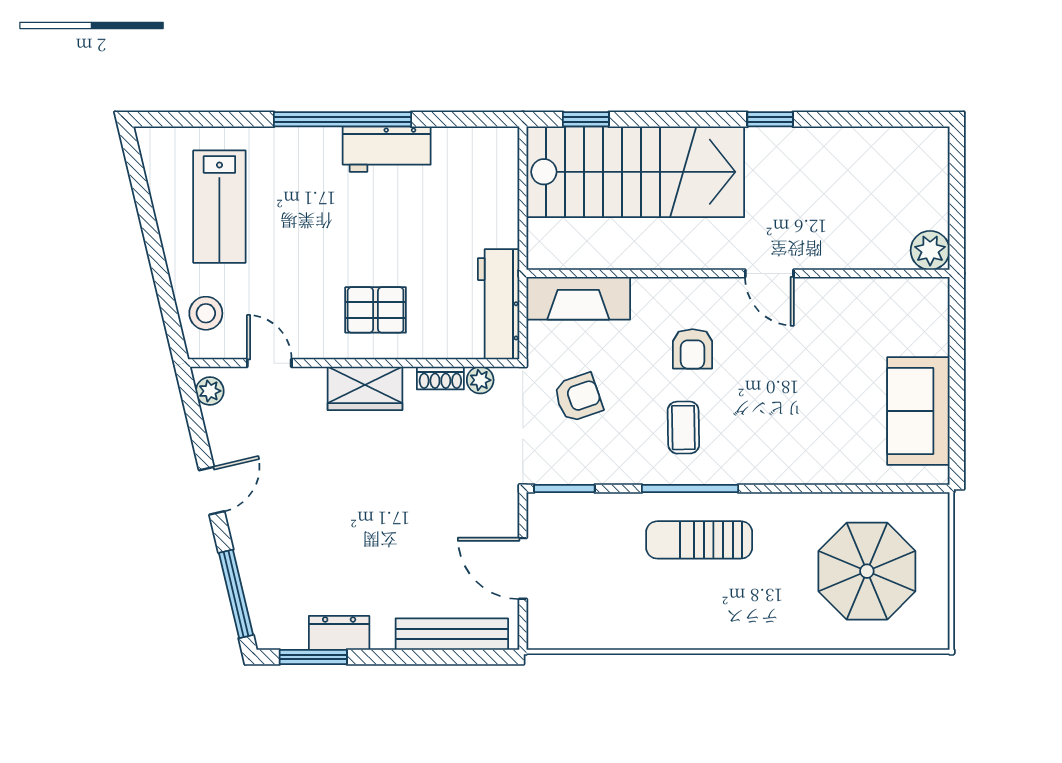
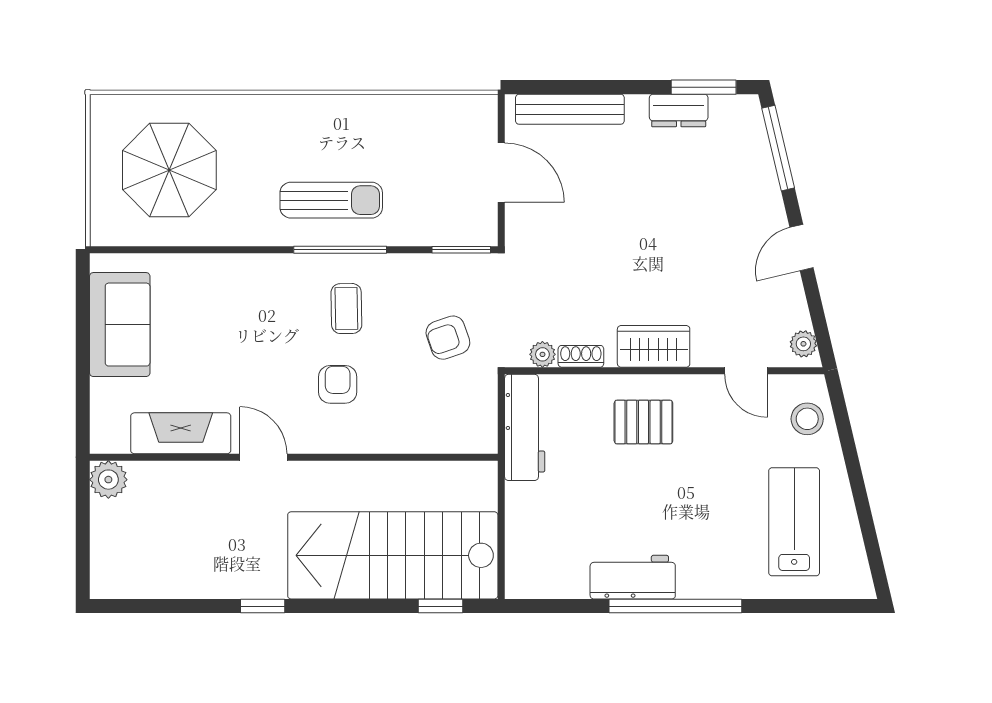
fireplace: (578, 298) -> (181, 433), moved

